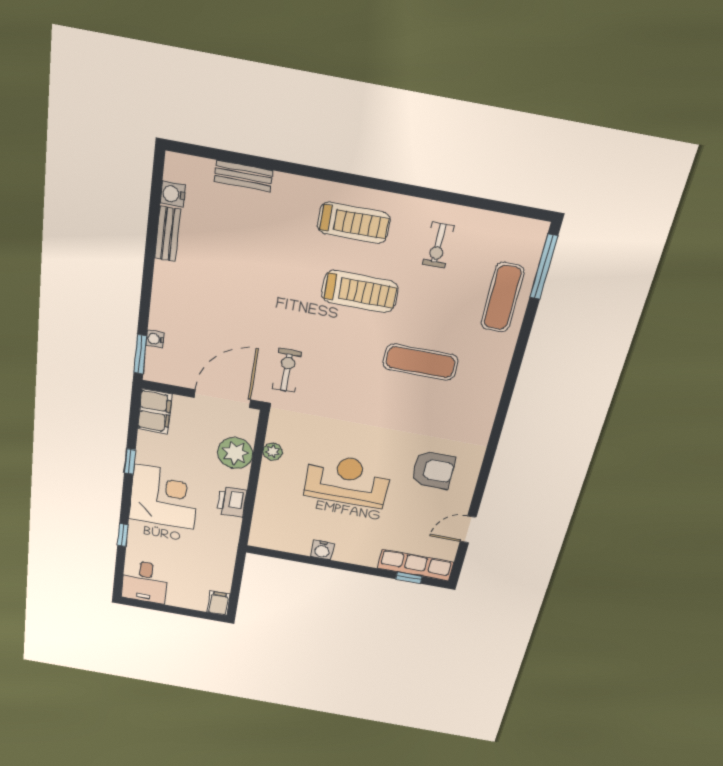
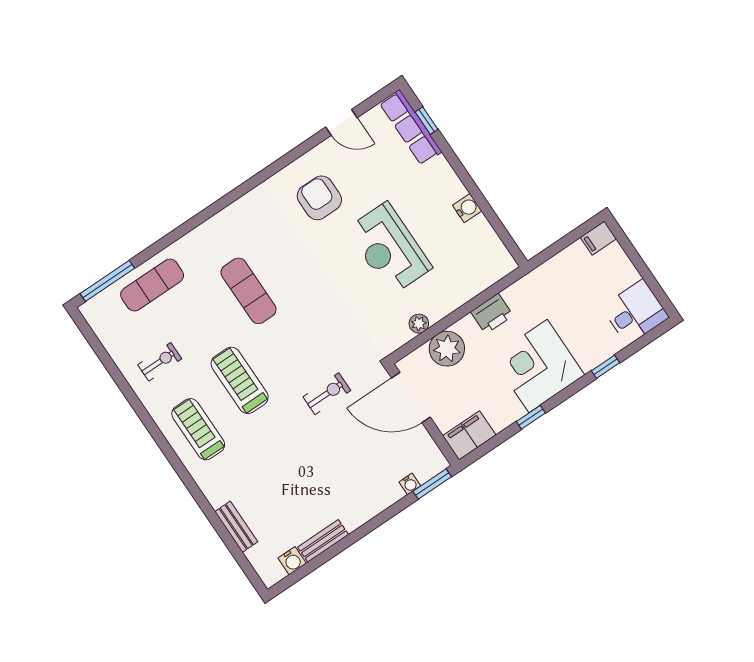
exercise bike: (287, 371) -> (327, 394), moved, turned 180

